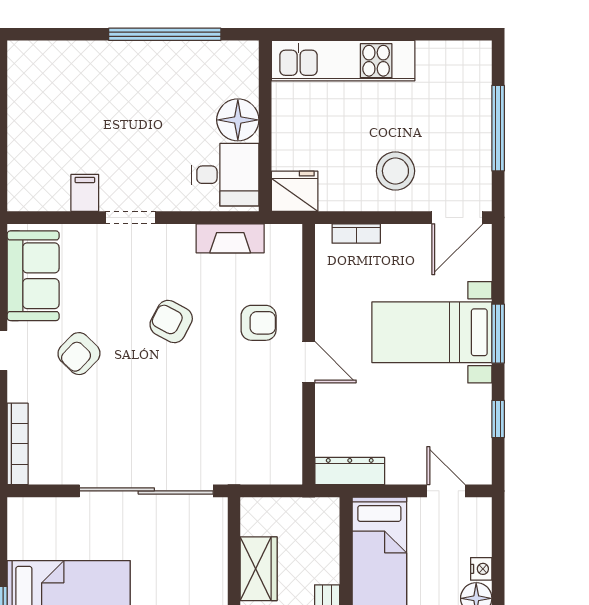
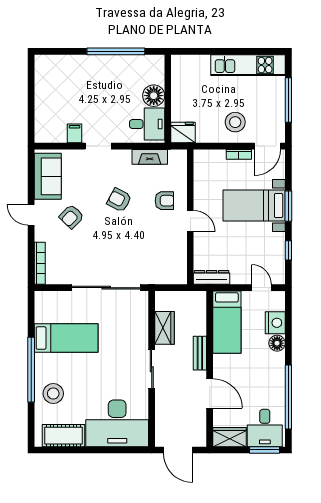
kitchen unit: (343, 61) -> (248, 65), moved
bookcase: (356, 233) -> (239, 154), moved
nightstand: (481, 569) -> (275, 323), width x1.89, depth x1.79

